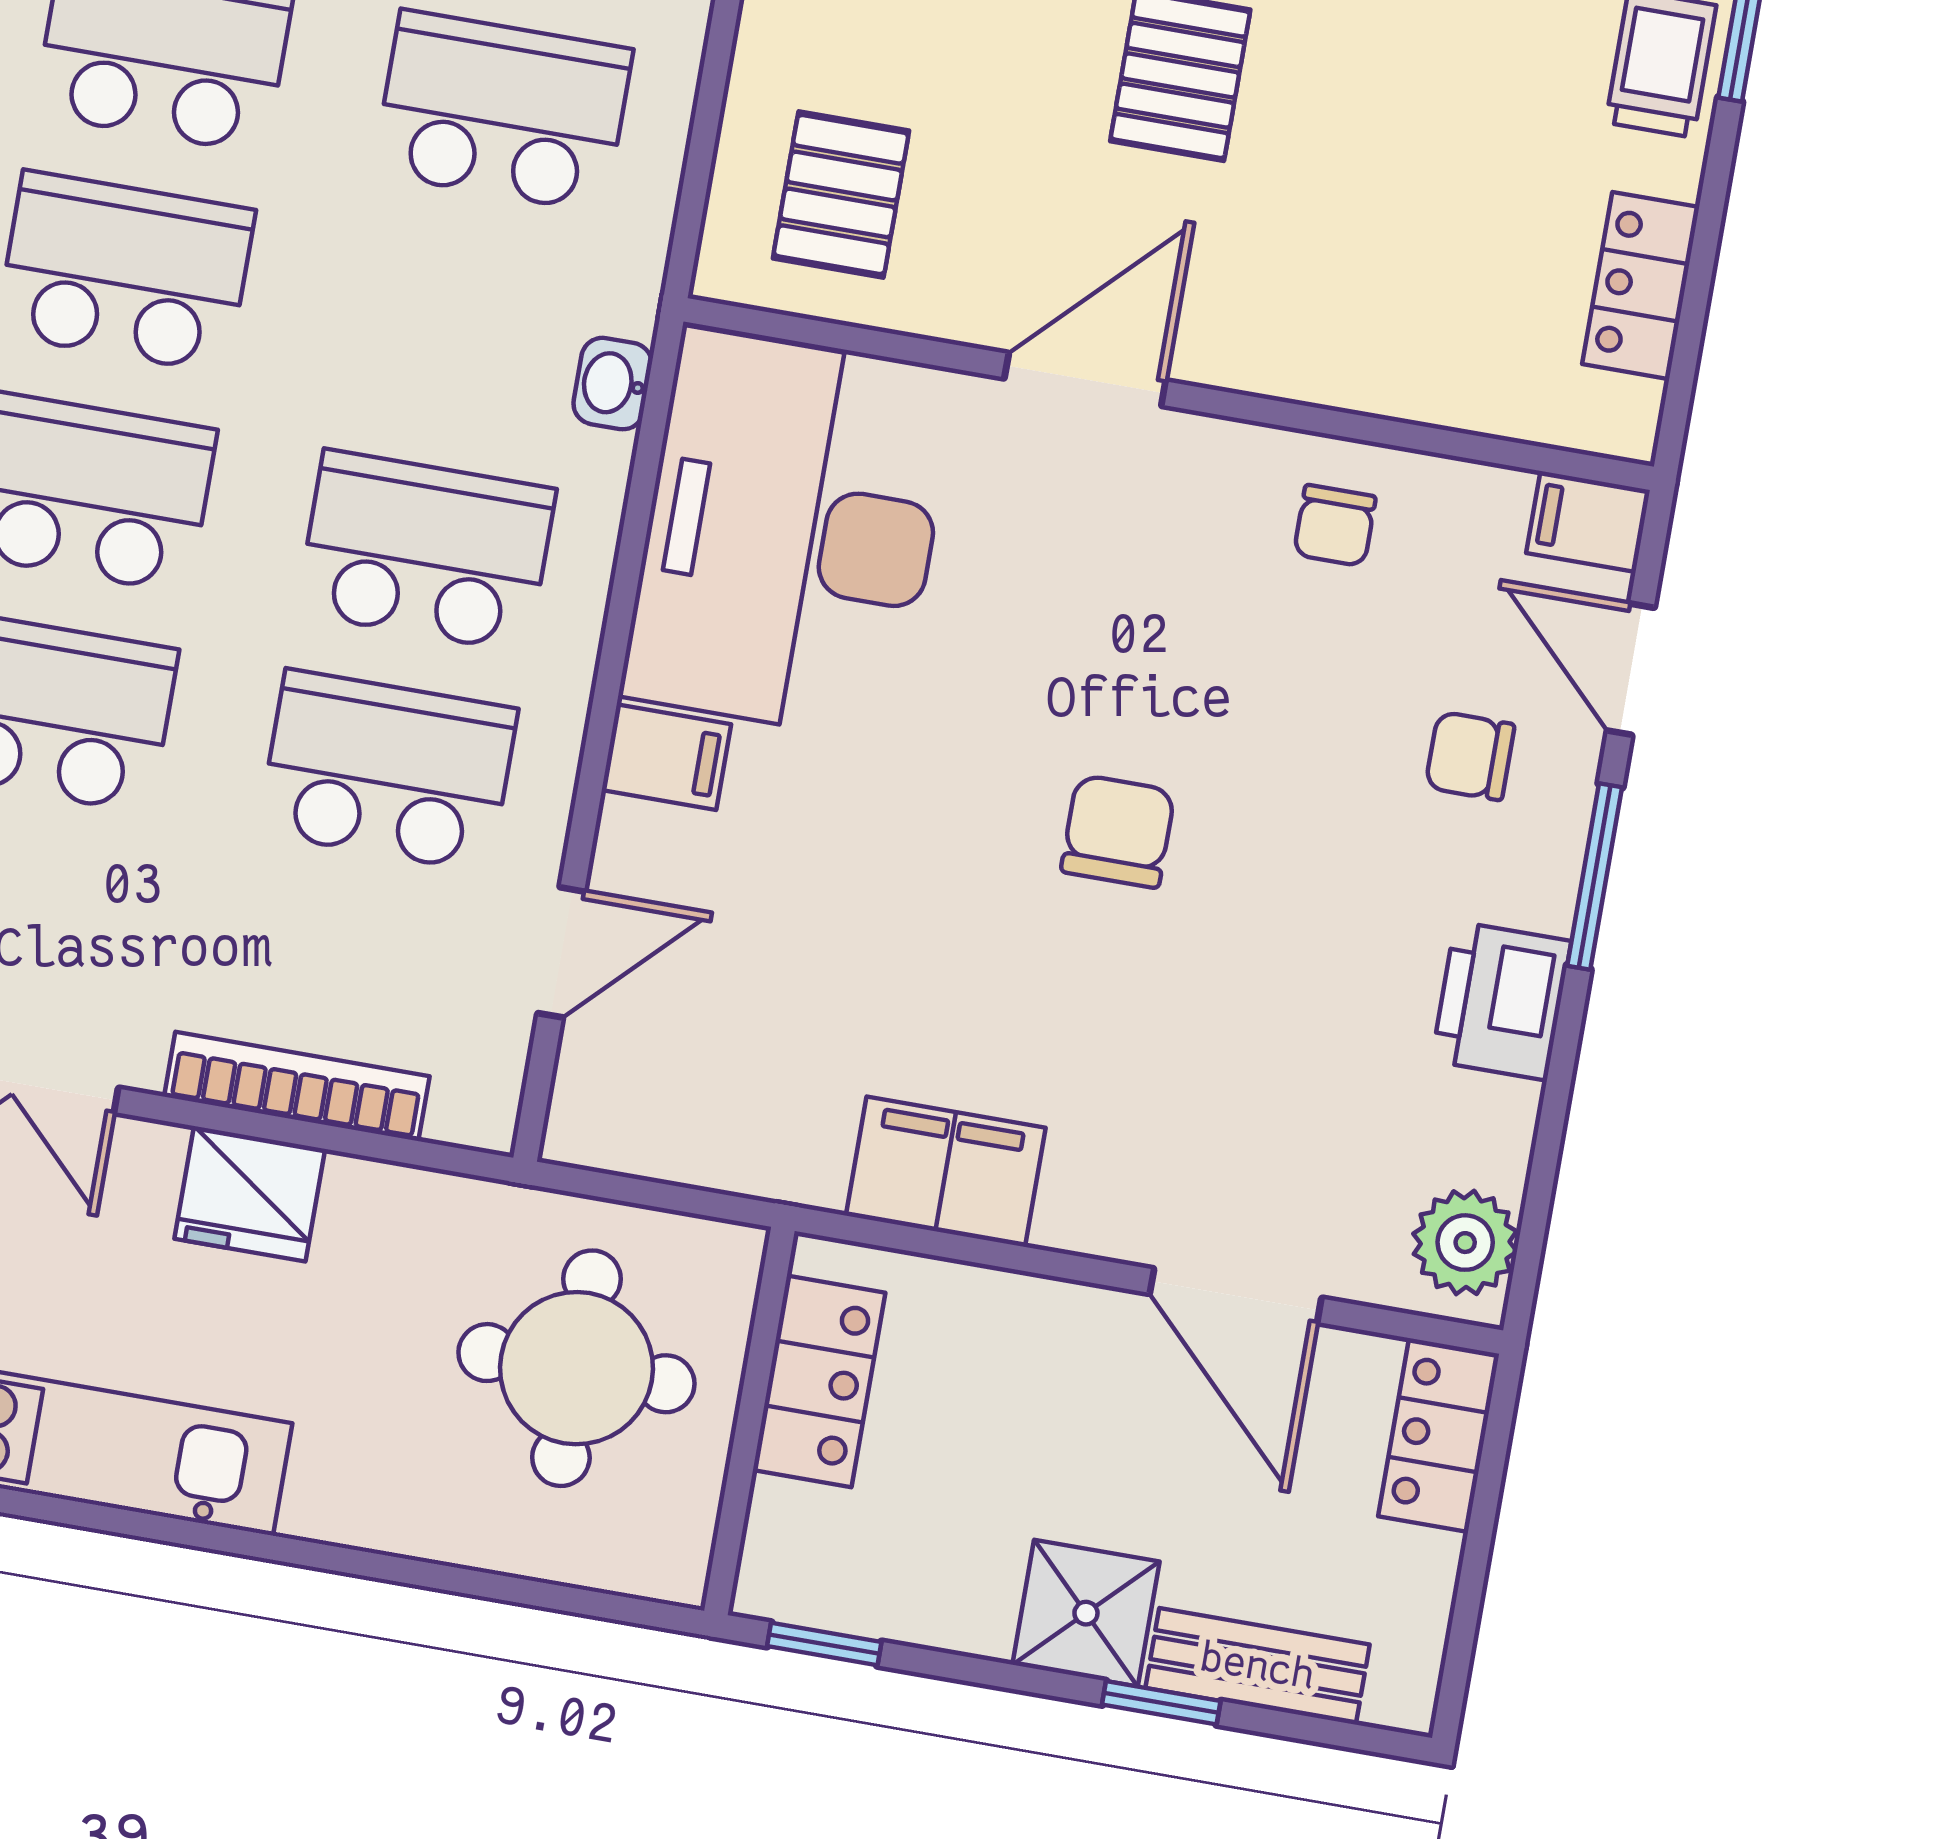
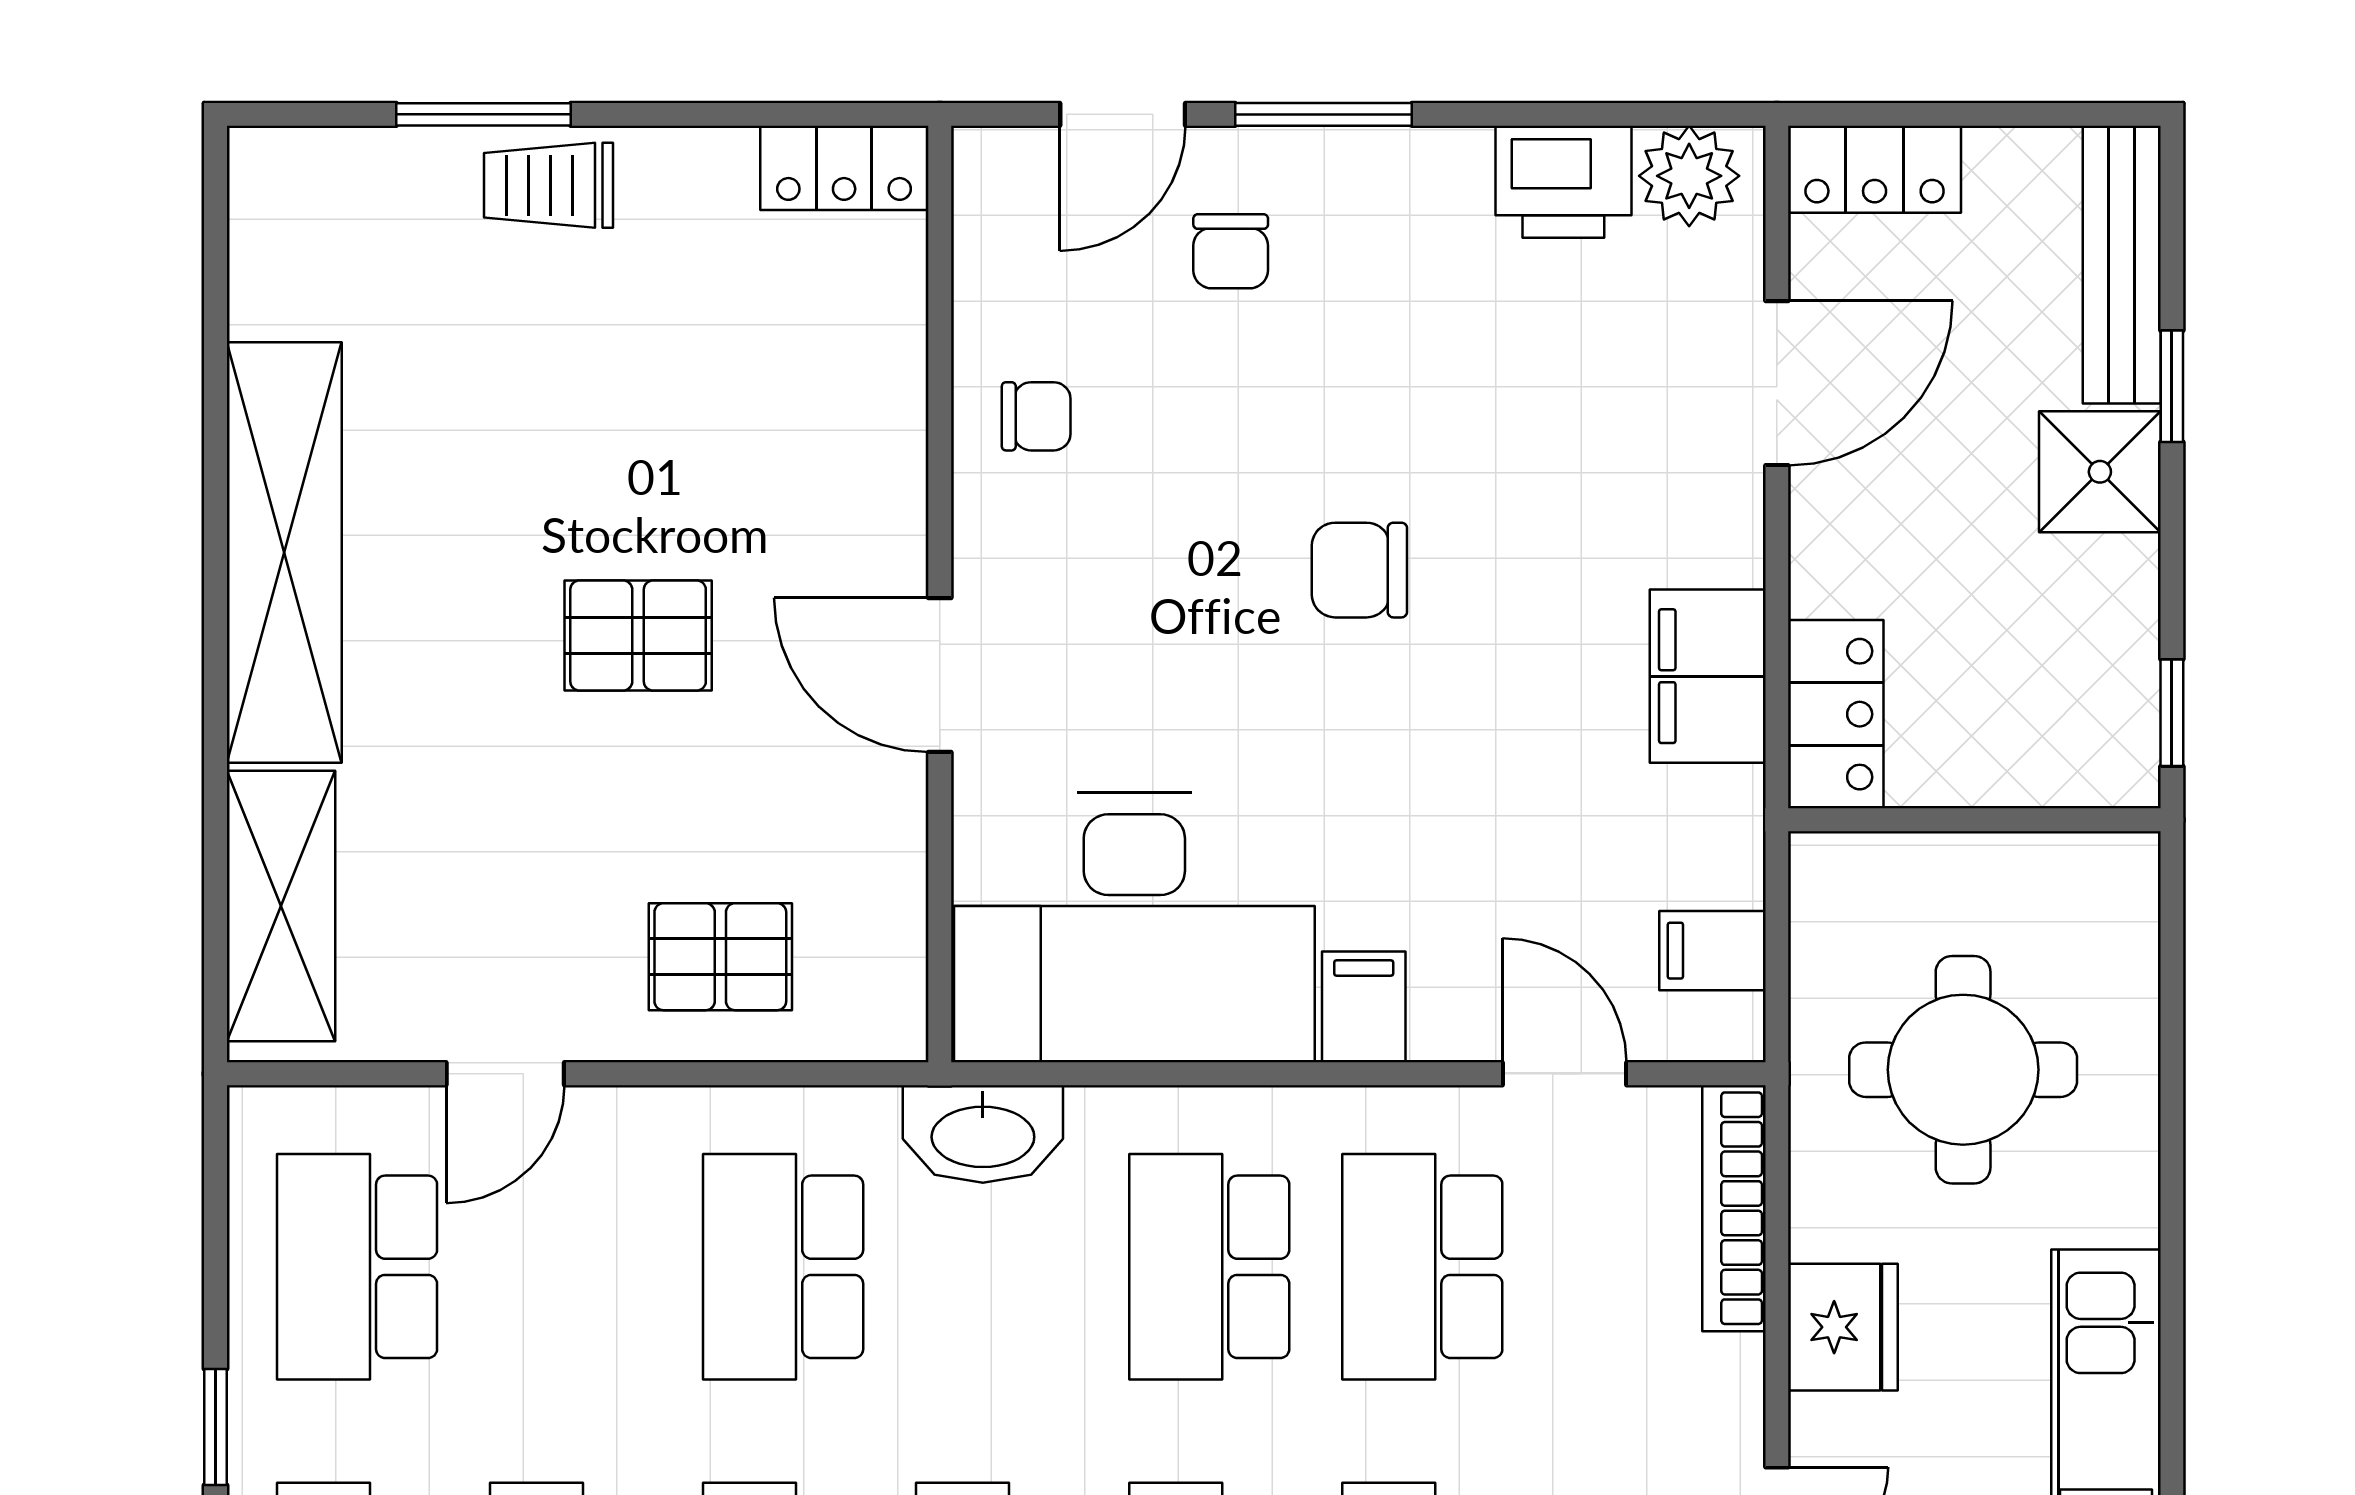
pallet: (841, 194) -> (720, 957), moved
locker: (1641, 286) -> (844, 168), moved
washbasin: (613, 384) -> (983, 1134), width x1.91, depth x1.45
filing cabinet: (1588, 522) -> (1713, 951), moved, turned 90
printer: (1501, 1001) -> (1563, 182), moved
bookcase: (297, 1086) -> (1734, 1208), moved
round table: (576, 1368) -> (1963, 1070), moved
locker: (819, 1381) -> (1836, 714), moved, turned 90
bench: (1258, 1666) -> (2122, 265), width x1.36

